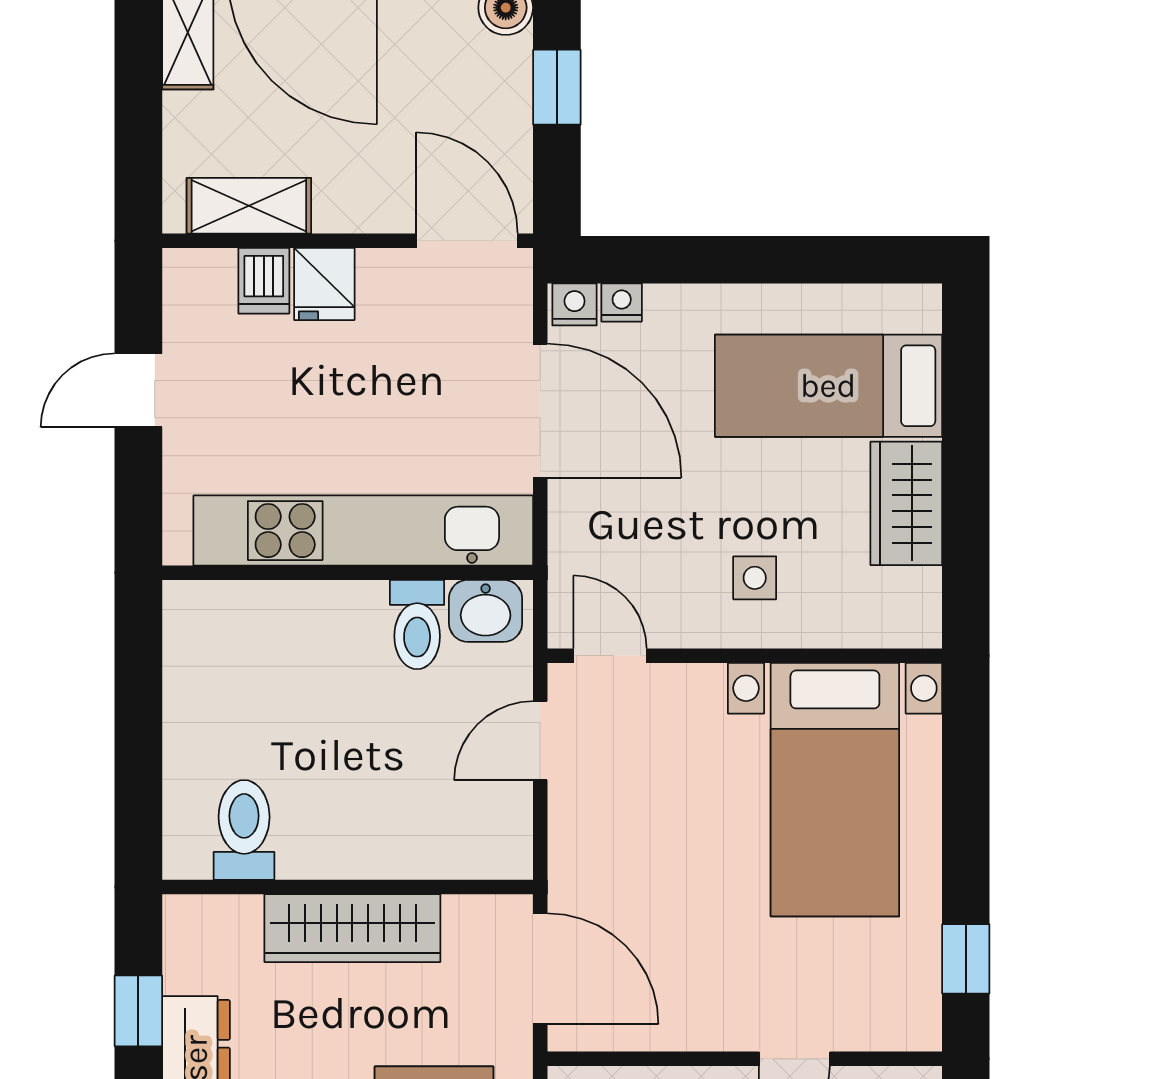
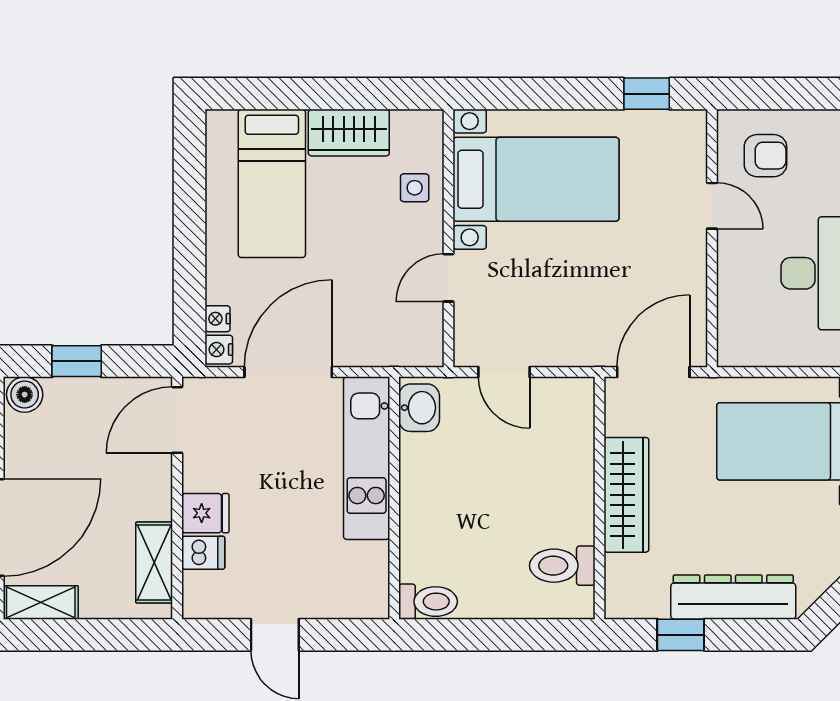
kitchen unit: (363, 531) -> (367, 458), width x0.73
side table: (755, 578) -> (415, 188), moved
toilet: (417, 625) -> (428, 602), moved
door: (610, 656) -> (448, 278), moved

